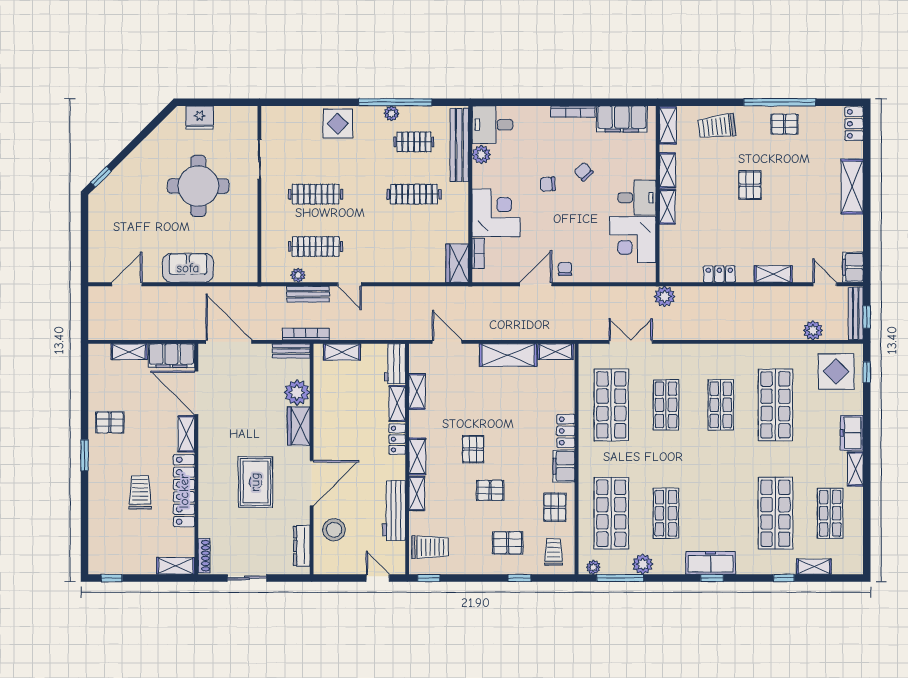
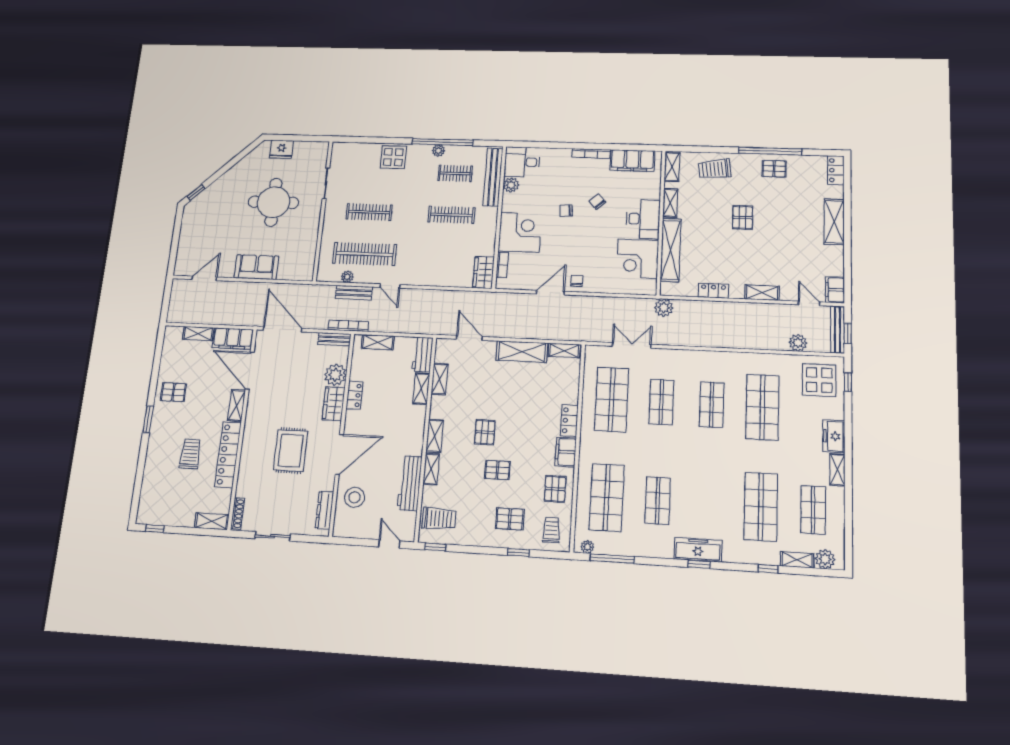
desk: (637, 198) -> (643, 219), width x1.37
shelving: (667, 207) -> (671, 250), width x2.20, depth x1.33
clothes rail: (316, 246) -> (365, 254), width x1.37, depth x1.31
locker: (397, 439) -> (354, 395), moved, turned 180
plant: (643, 564) -> (825, 559), moved

